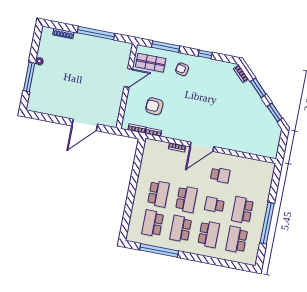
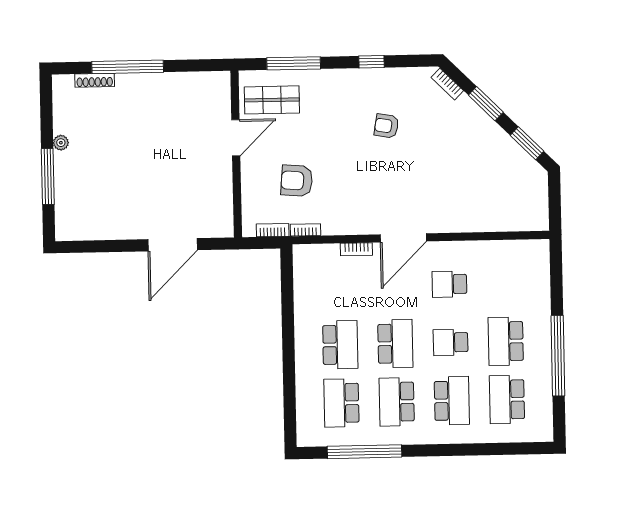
window: (96, 33) -> (128, 67), moved
armchair: (182, 69) -> (386, 126), moved
school desk: (220, 175) -> (449, 284), turned 180

